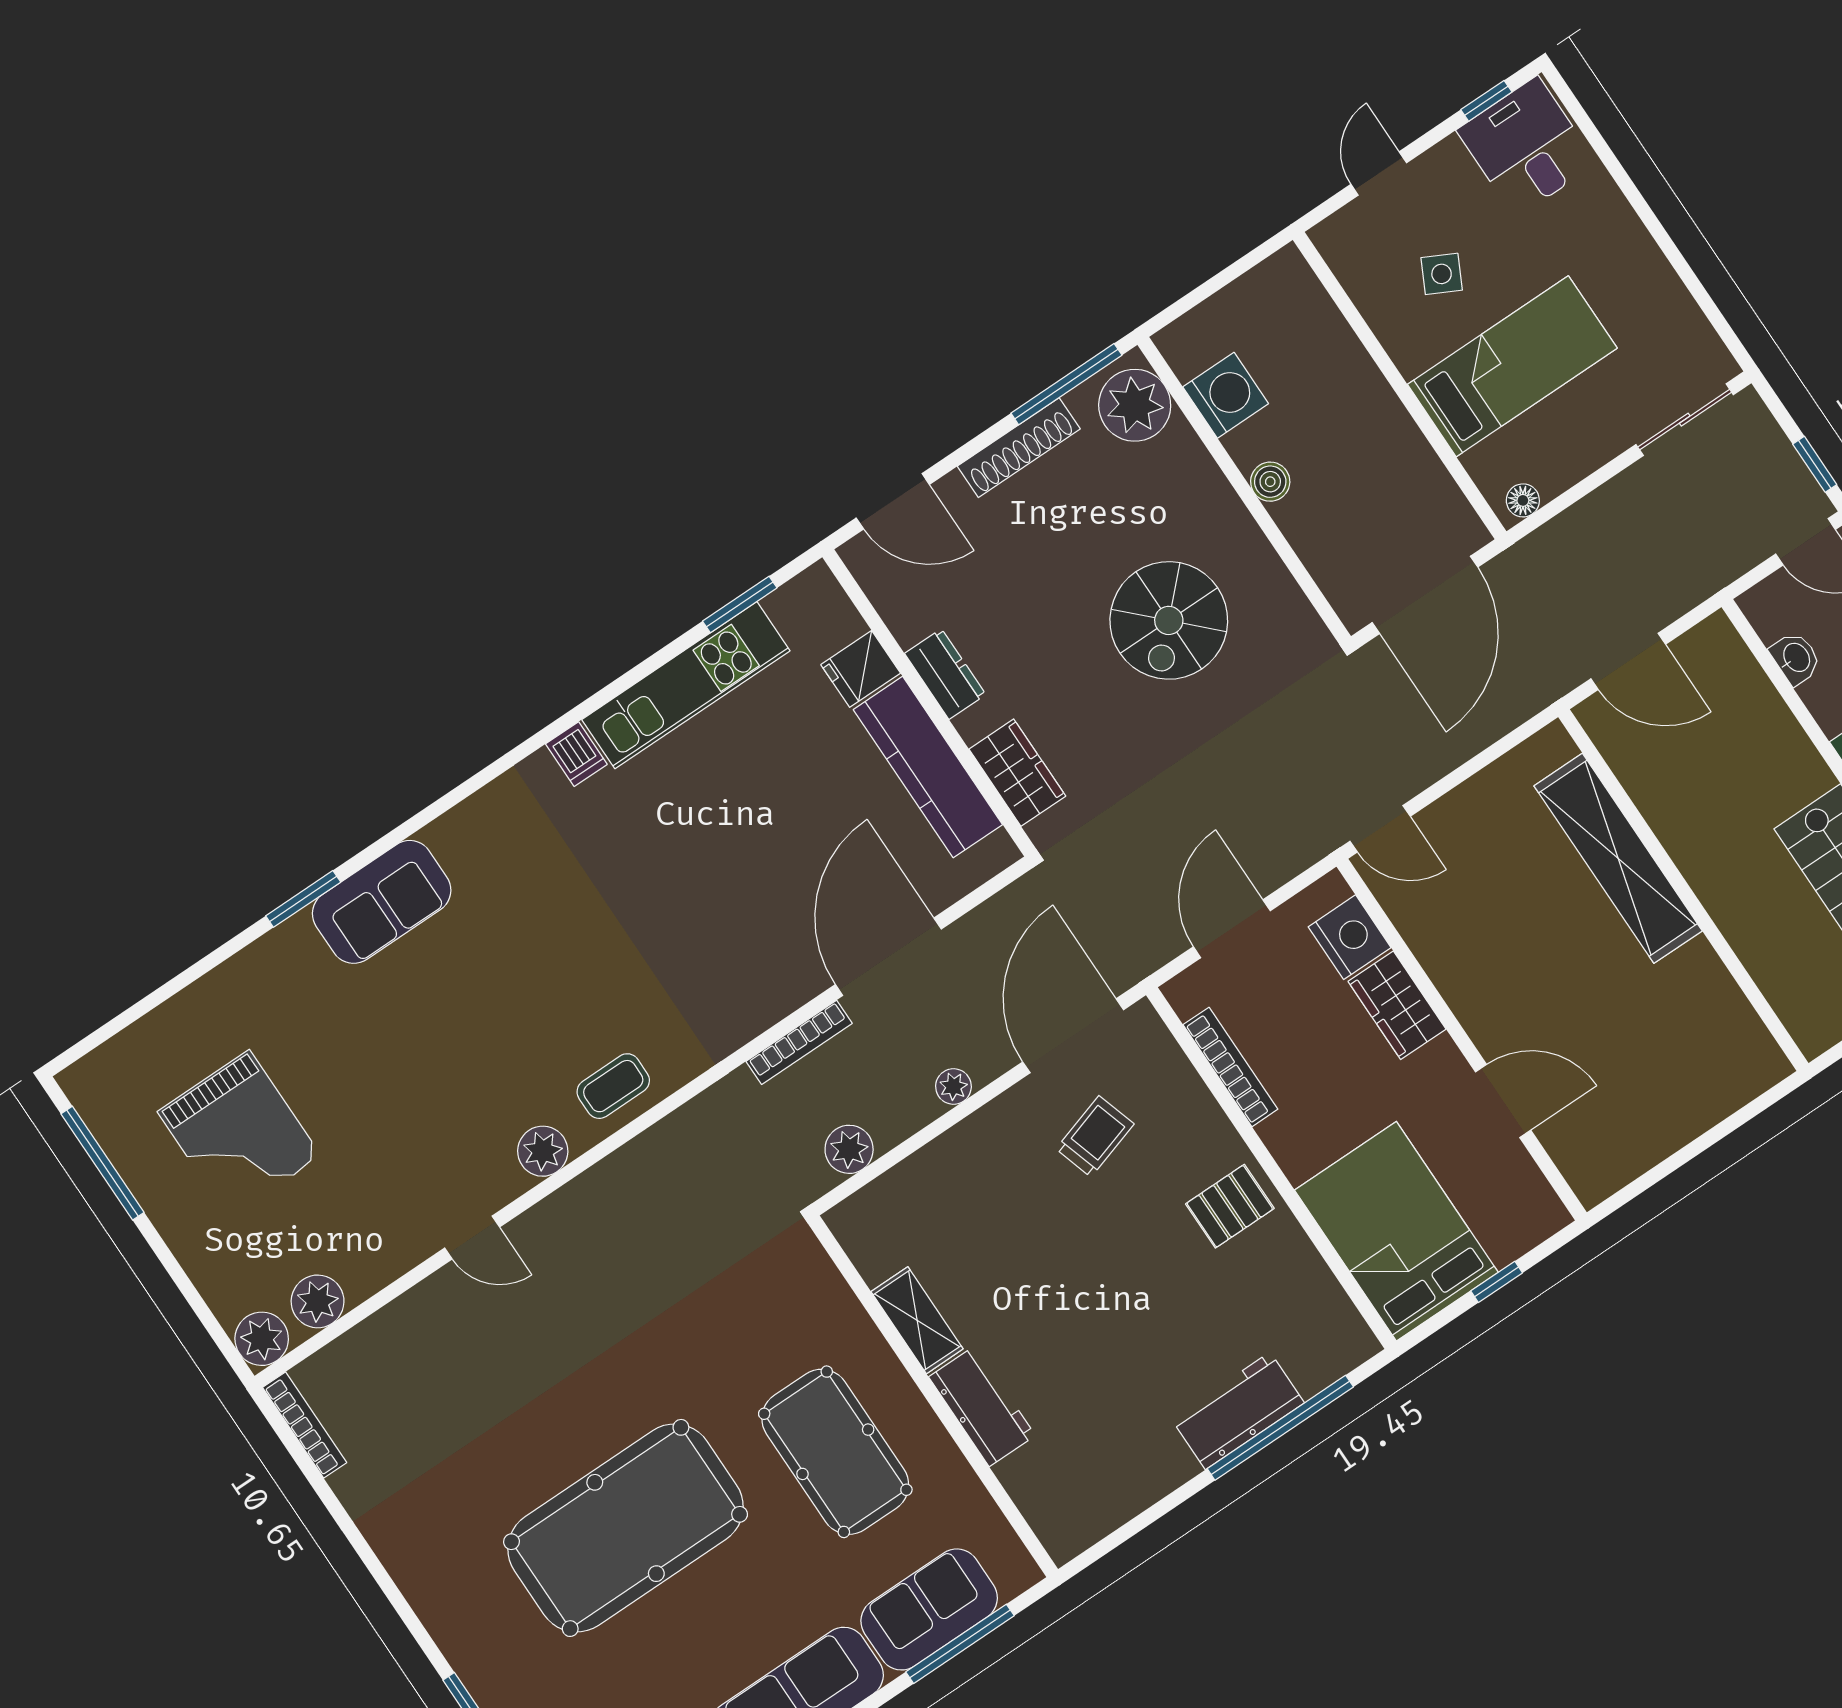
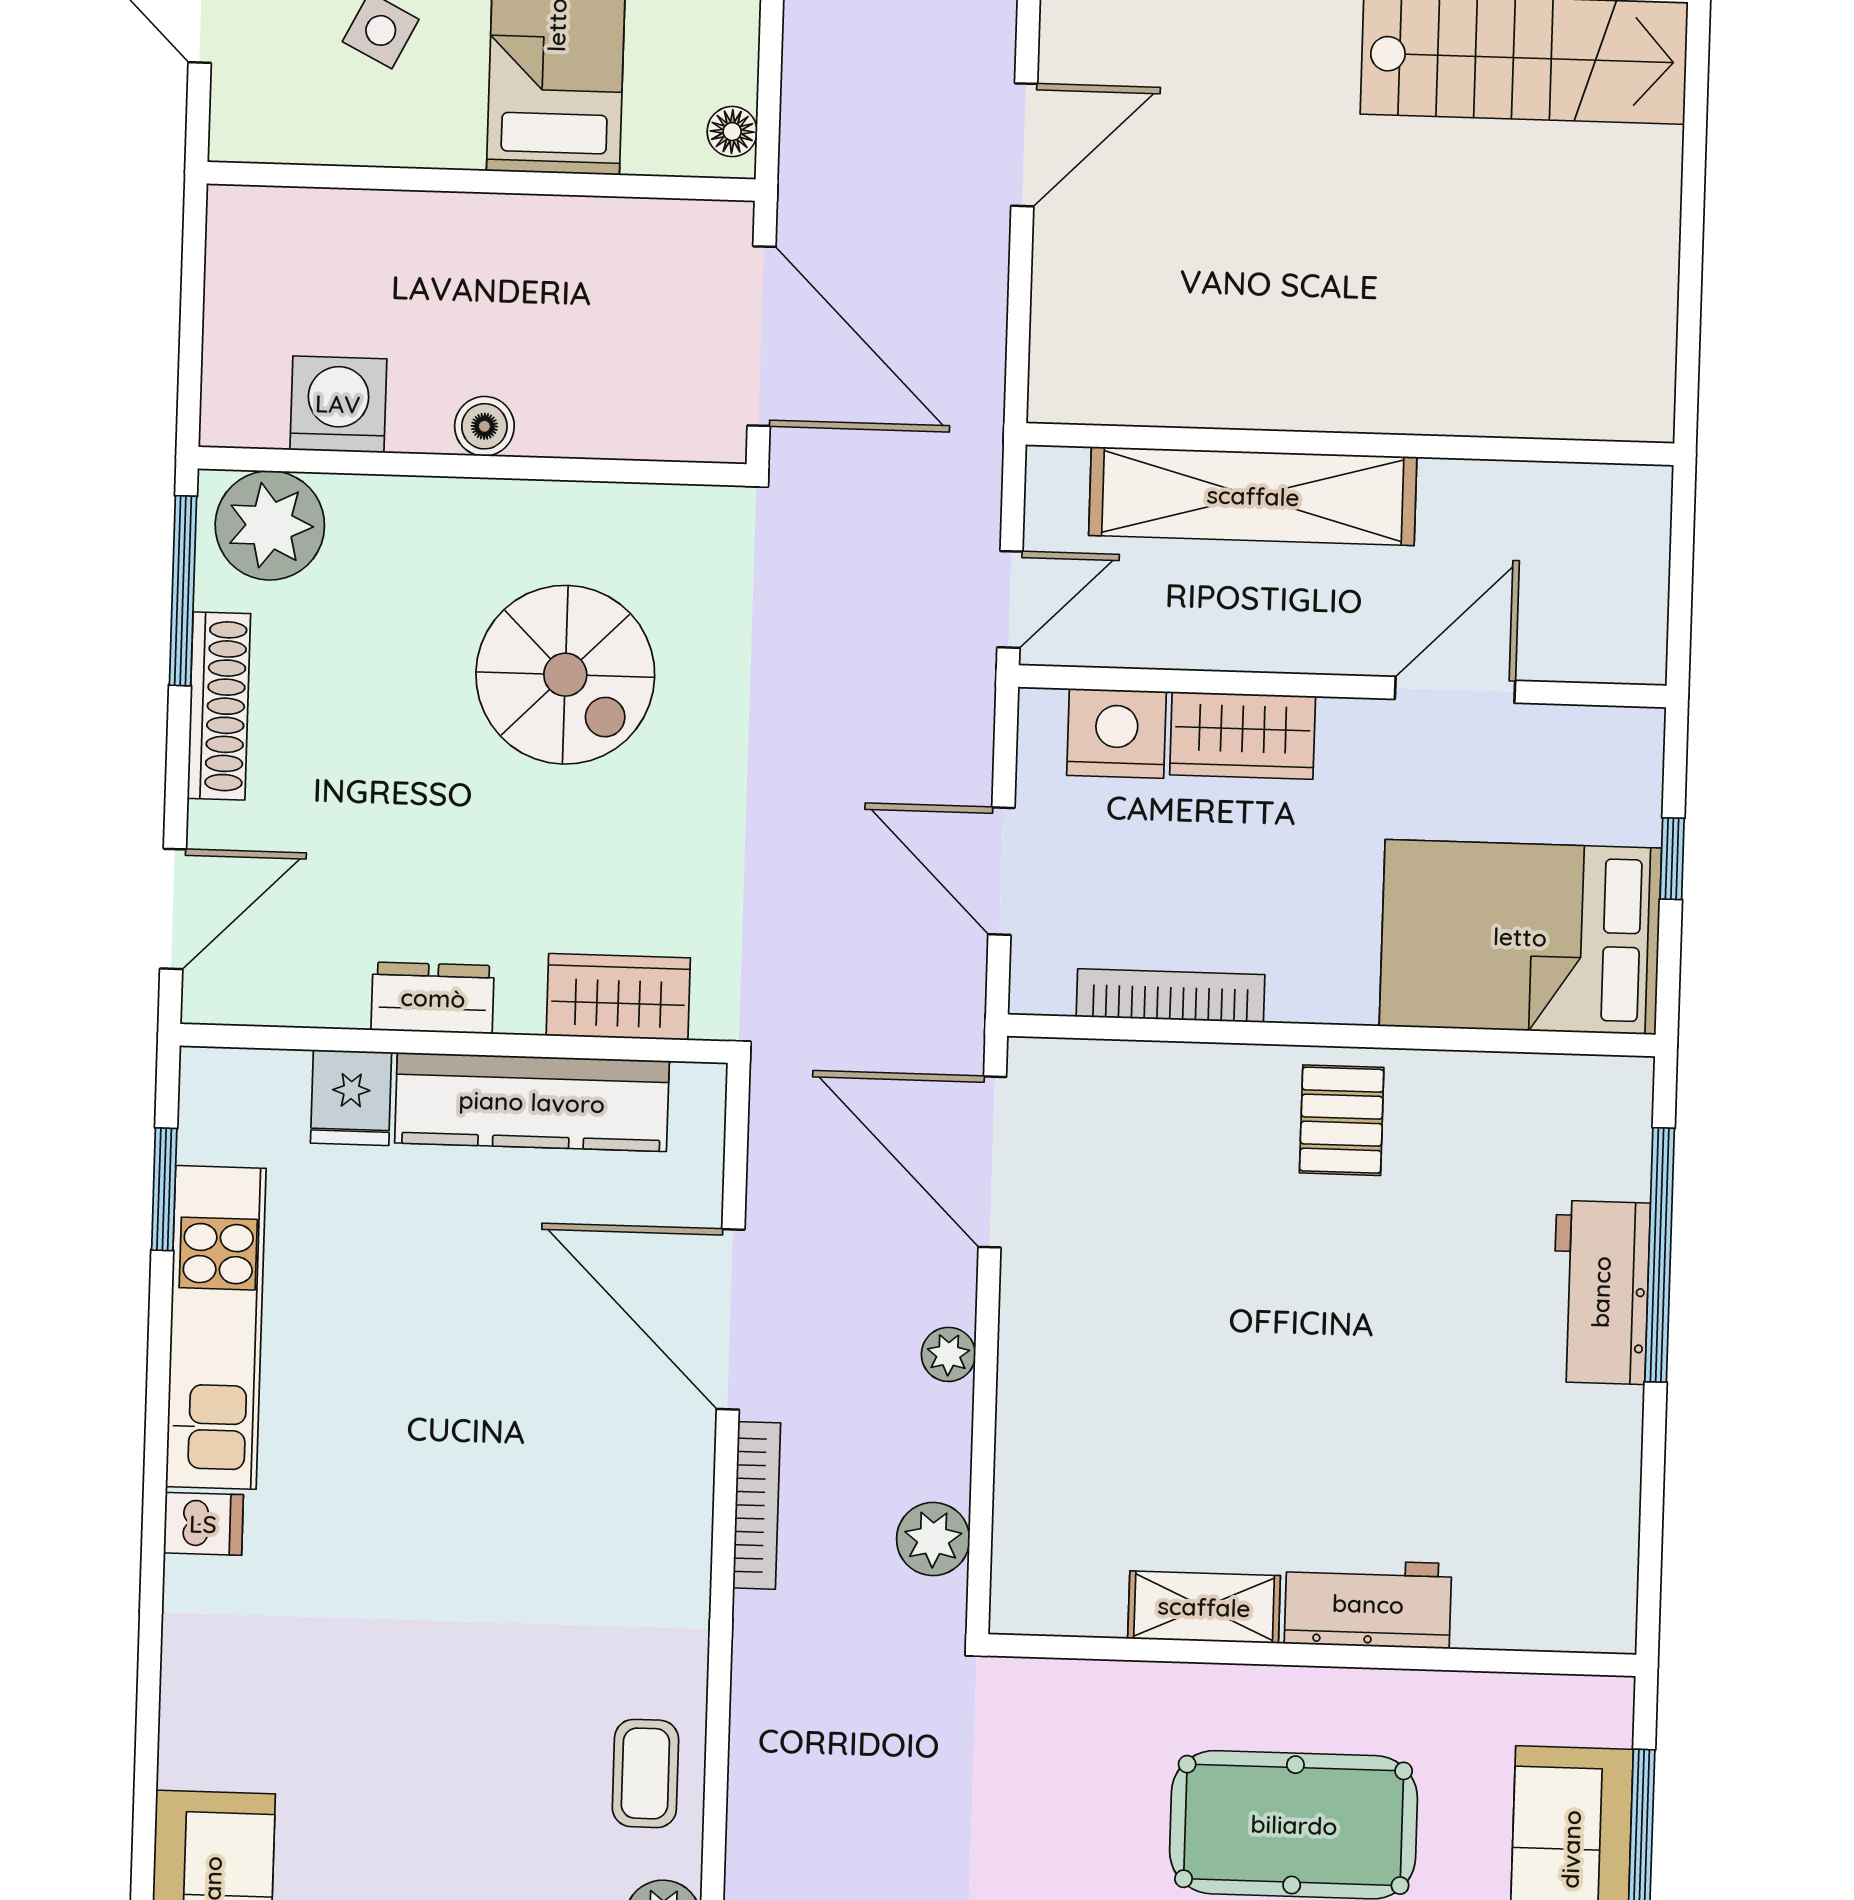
shelving: (1618, 858) -> (1253, 496), moved
wall: (1683, 890) -> (1350, 444), moved
trolley: (1095, 1136) -> (1136, 1224), removed

